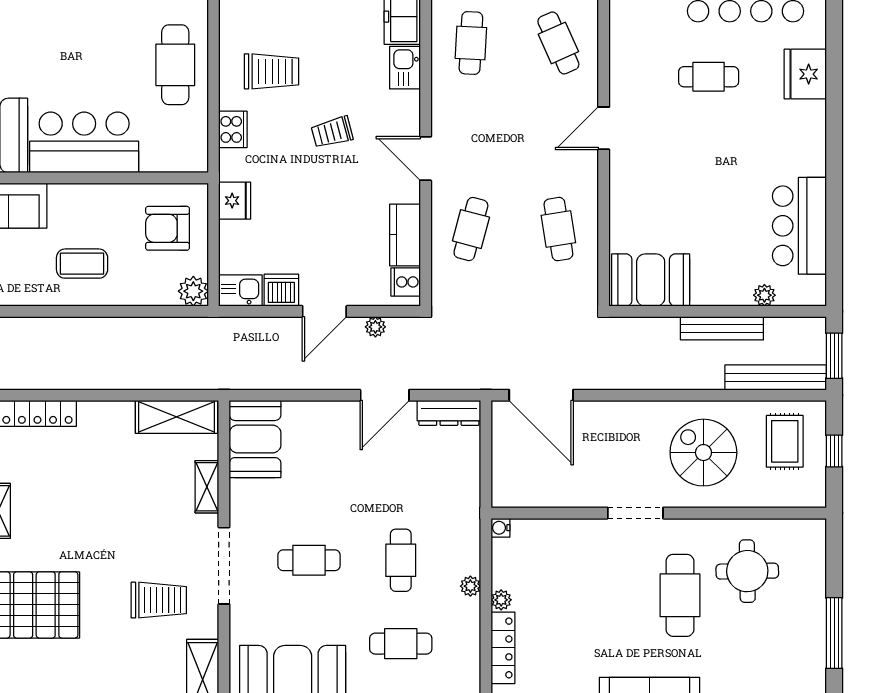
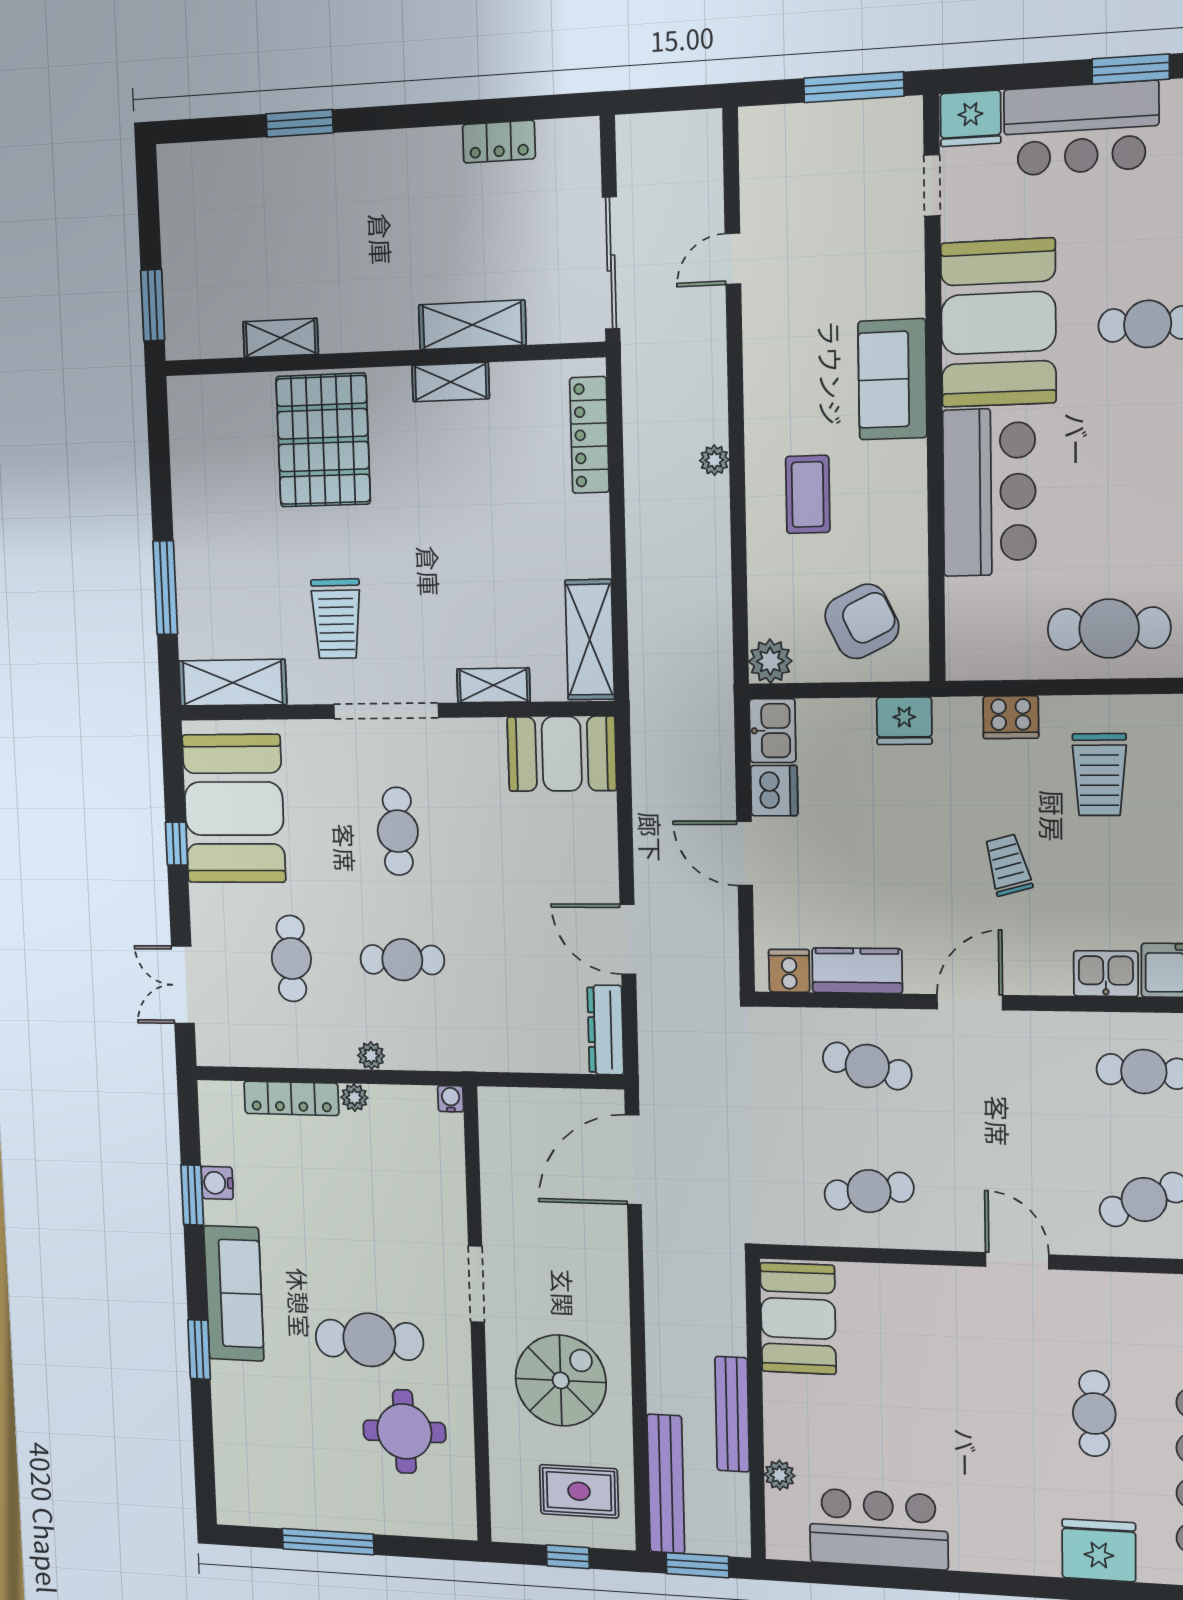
armchair: (168, 228) -> (862, 621), turned 64
plant: (375, 327) -> (714, 460), moved

